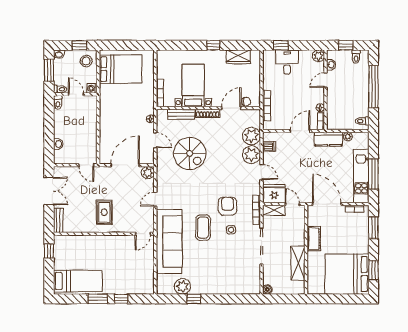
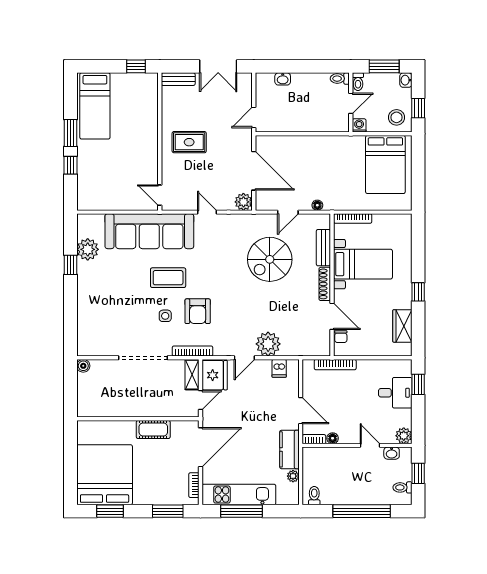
plant: (251, 136) -> (294, 344), removed
armchair: (228, 206) -> (198, 311), turned 90
shelving: (298, 263) -> (119, 408), removed

